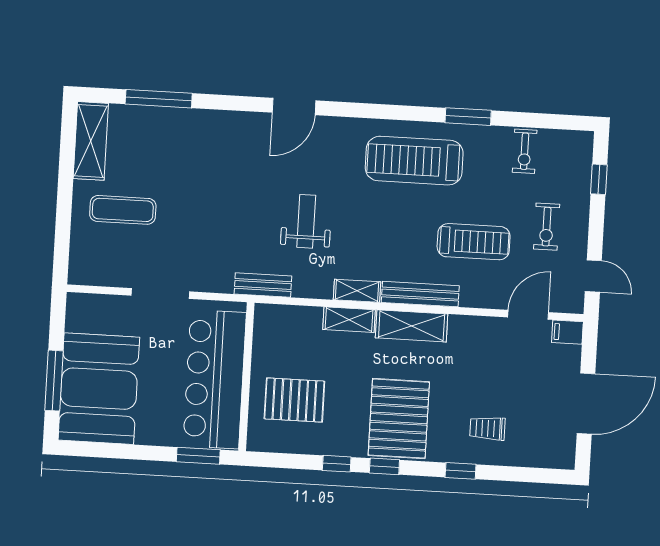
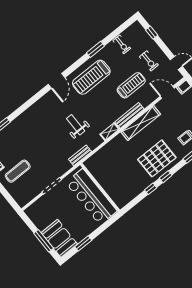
door: (294, 107) -> (57, 81), moved
door: (528, 315) -> (167, 92), hinge flipped
shelving: (349, 320) -> (115, 142), removed
shelving: (412, 326) -> (141, 123), width x1.47
booth: (99, 389) -> (59, 238), width x0.73, depth x0.70
pallet: (294, 400) -> (121, 181), removed
pallet: (399, 419) -> (157, 158), turned 90
window: (198, 456) -> (83, 243), moved

